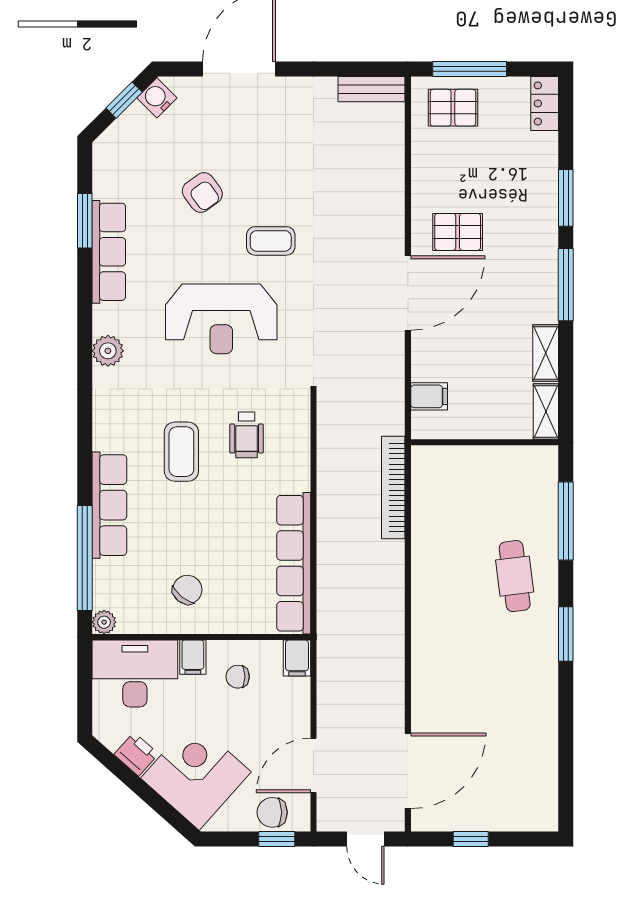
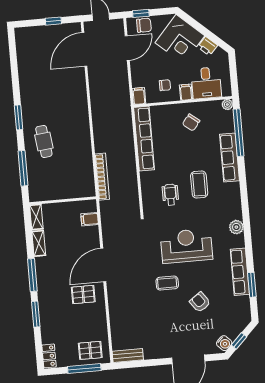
desk: (135, 674) -> (206, 83), width x0.73

